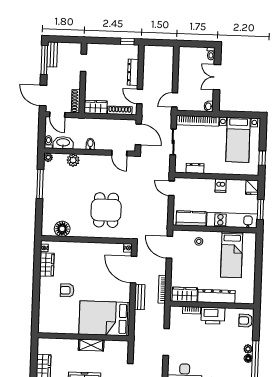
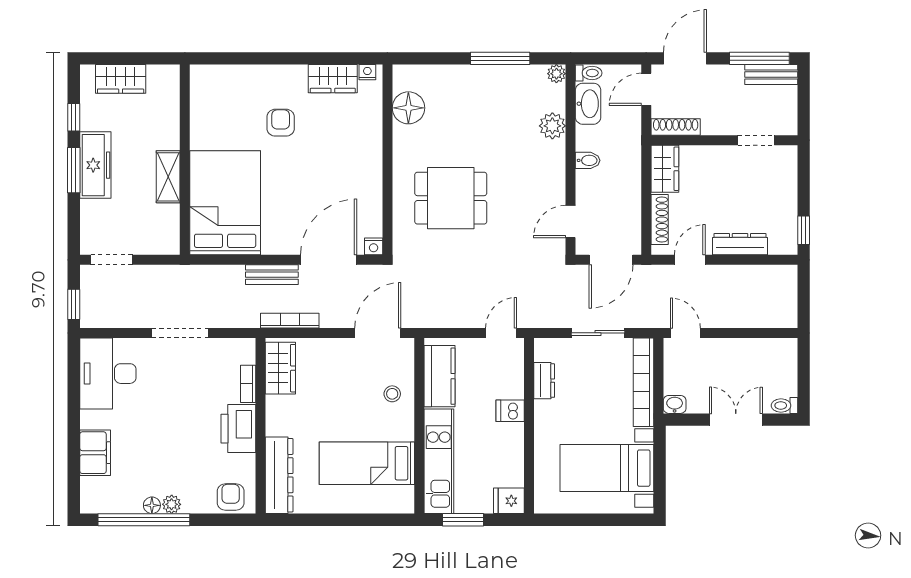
window: (262, 158) -> (570, 520), removed
dishwasher: (221, 186) -> (510, 411), moved
dresser: (216, 296) -> (279, 475), moved

